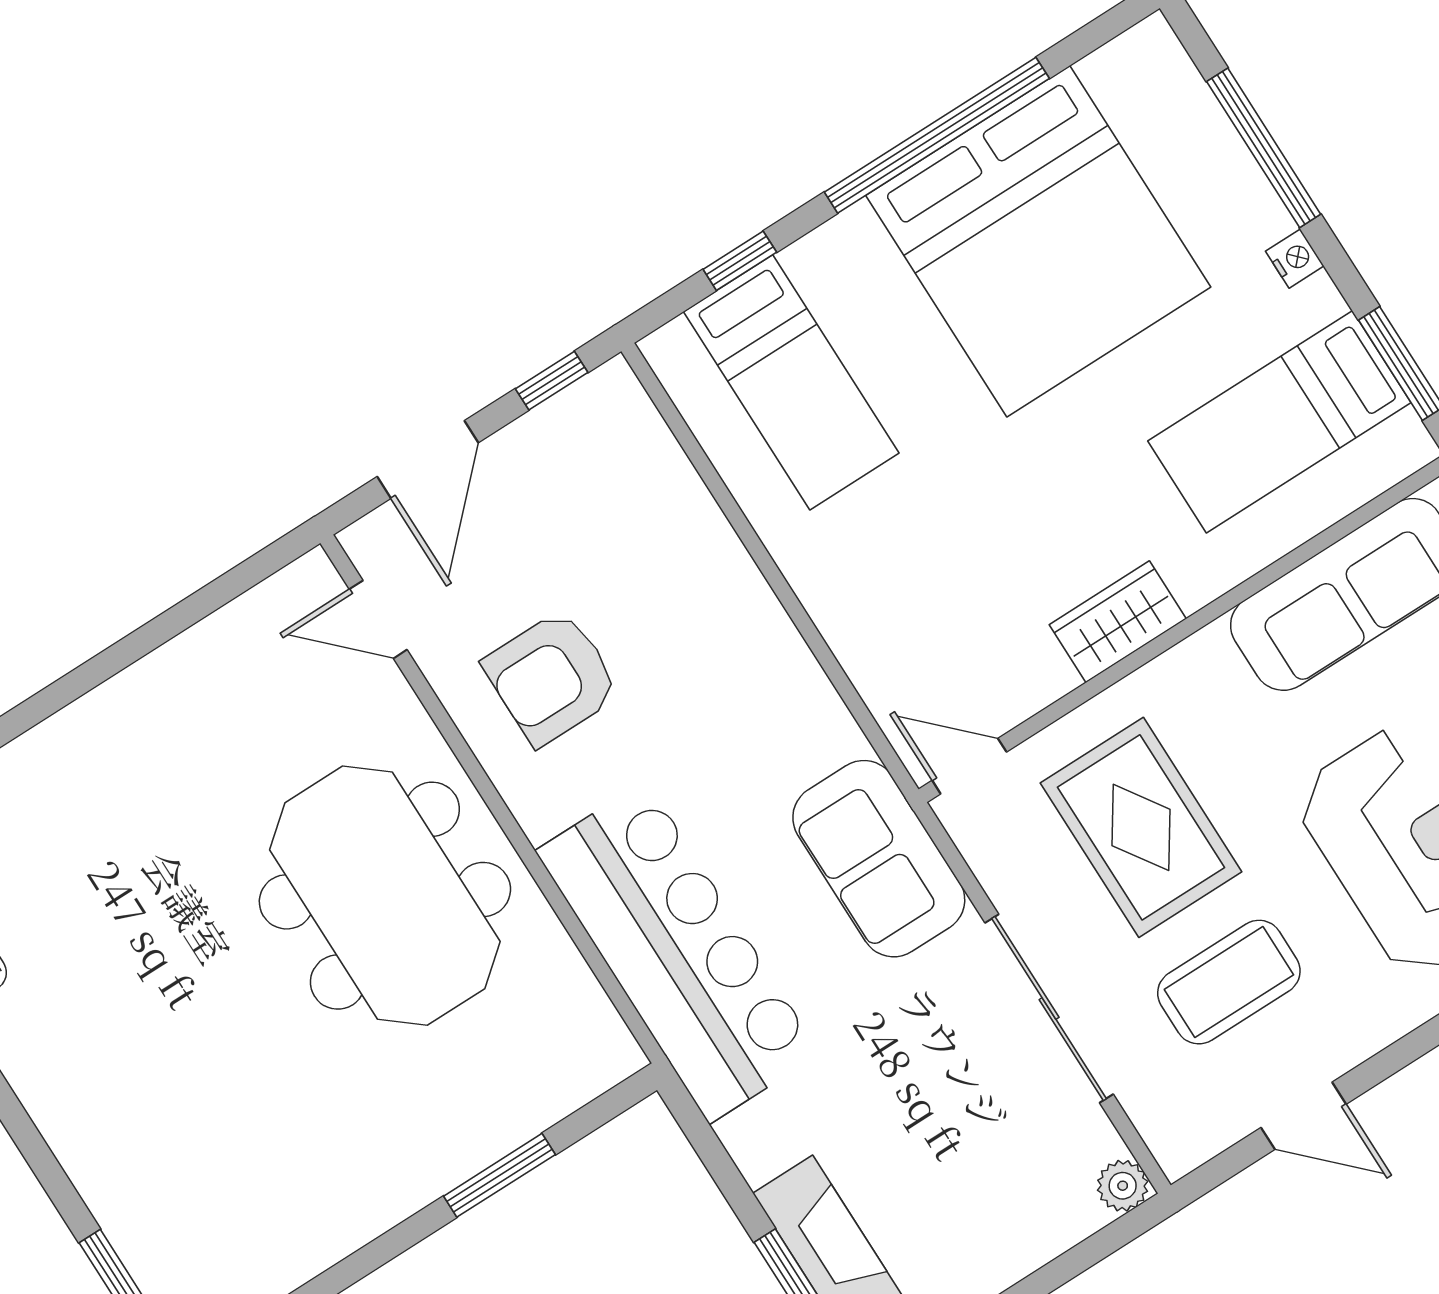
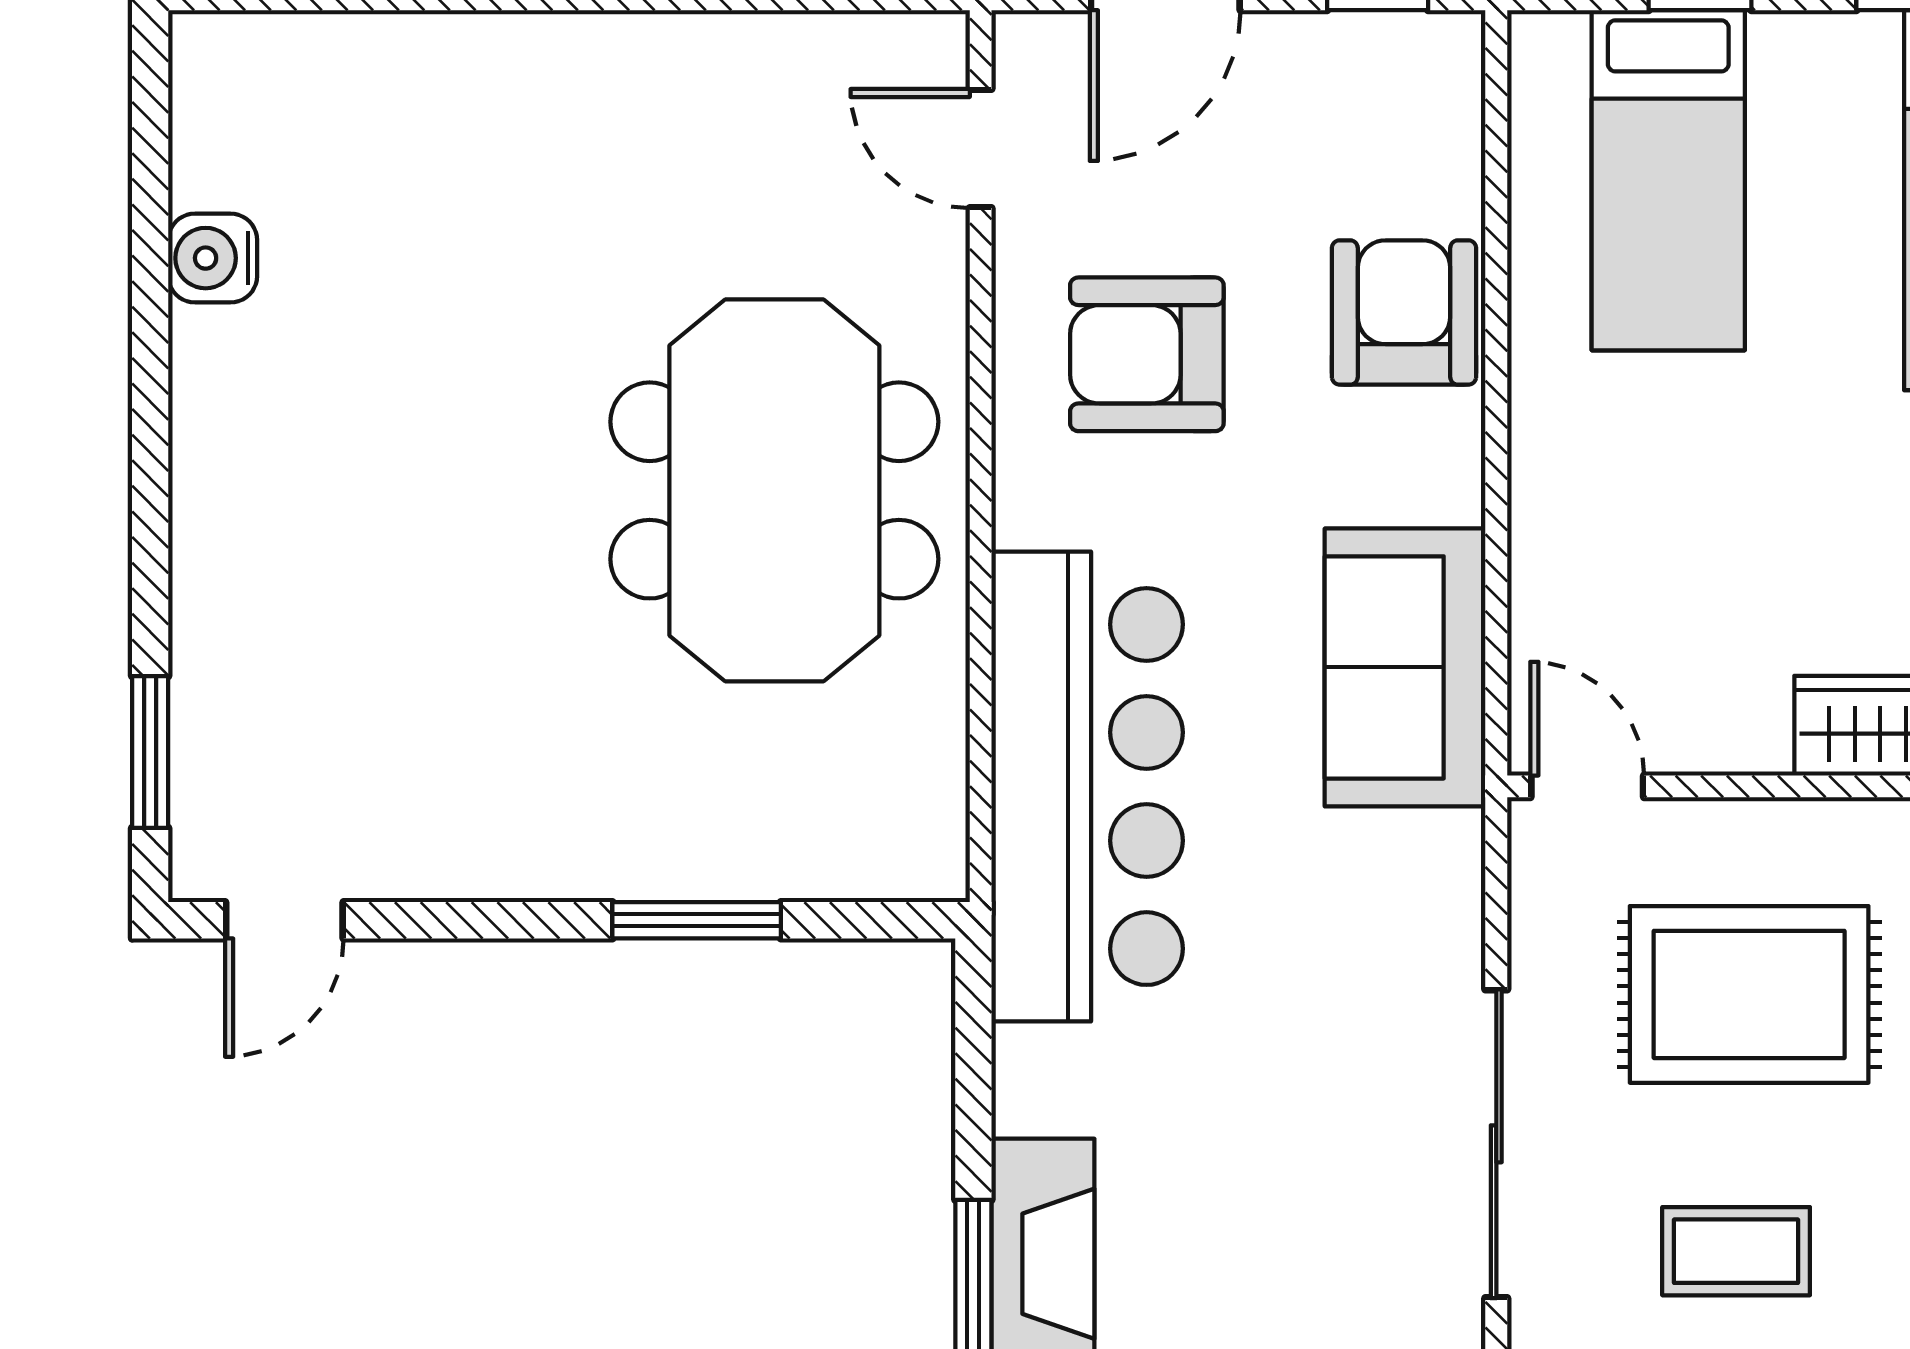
armchair: (686, 558) -> (1404, 312), added
rug: (1141, 827) -> (1749, 994), turned 90
sofa: (879, 859) -> (1405, 667), moved
coffee table: (1229, 982) -> (1736, 1251), width x0.73, depth x0.77

